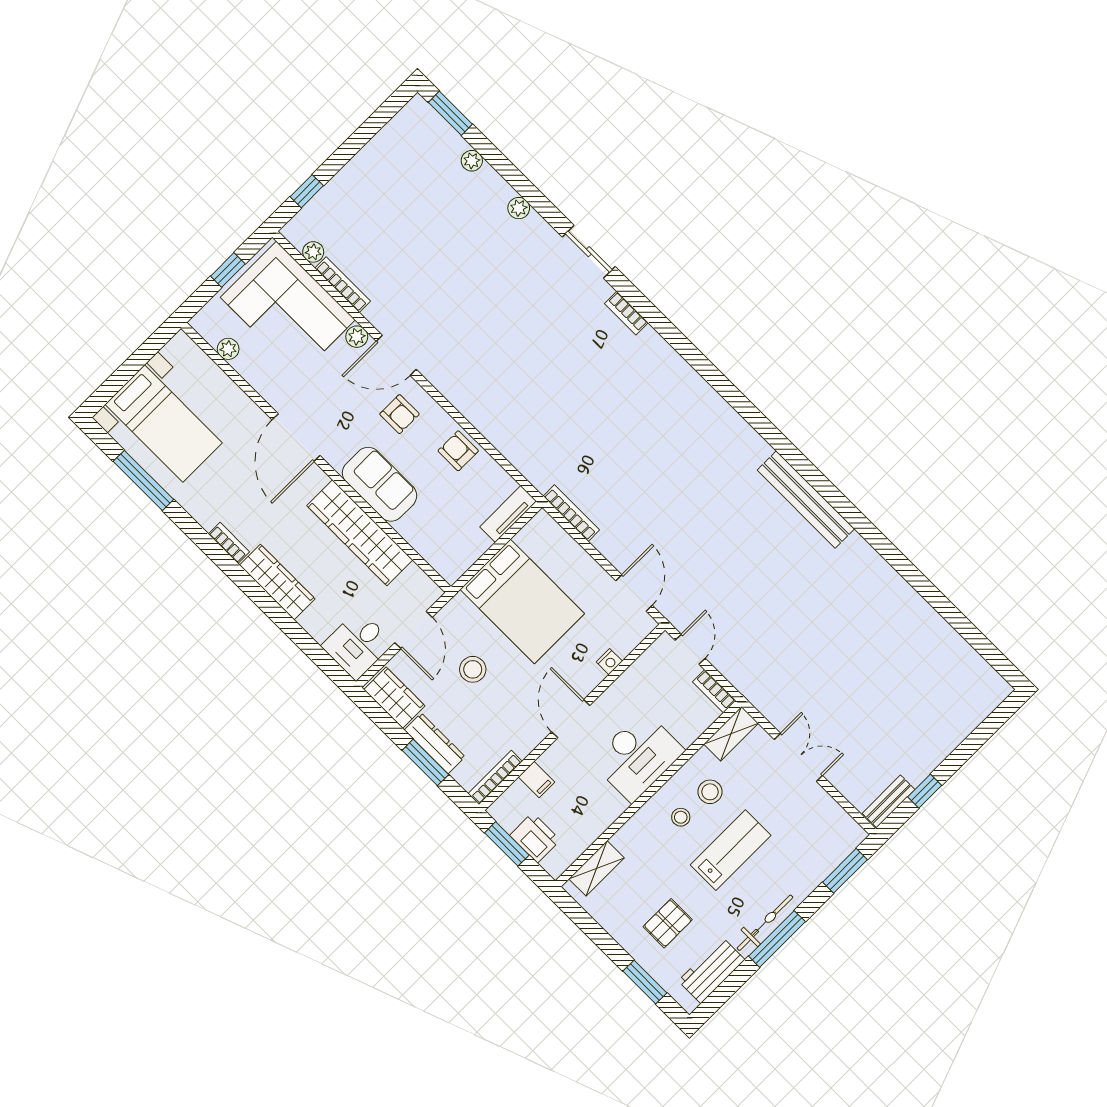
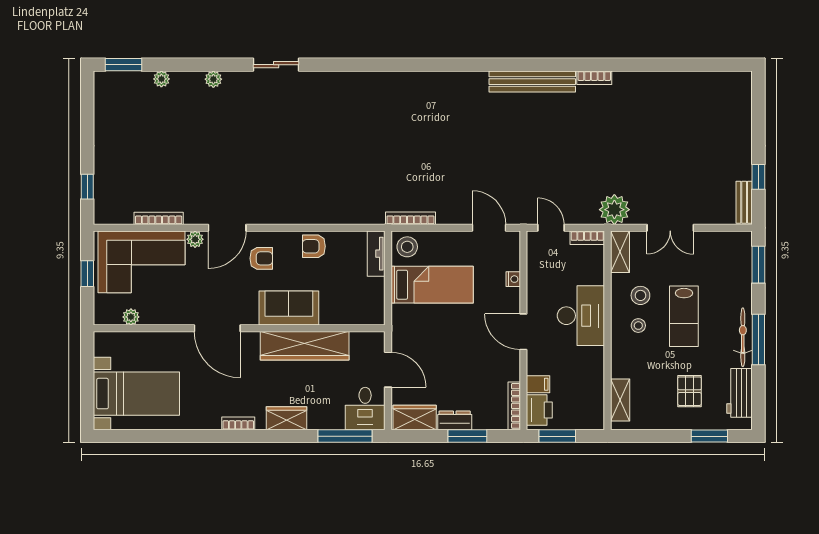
plant: (313, 252) -> (614, 210), moved, width x1.87, depth x1.87
bookcase: (626, 313) -> (594, 78), moved
window: (143, 480) -> (345, 436), moved
wardrobe: (277, 582) -> (286, 418), width x0.67
bed: (522, 601) -> (432, 285), width x0.67
stool: (473, 669) -> (407, 247), moved
dresser: (435, 743) -> (455, 420), width x0.70
double door: (798, 757) -> (670, 228), swing flipped
printer: (535, 838) -> (539, 410), moved, turned 90
lab bench: (731, 850) -> (684, 316), turned 180

